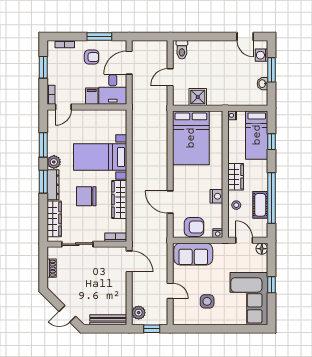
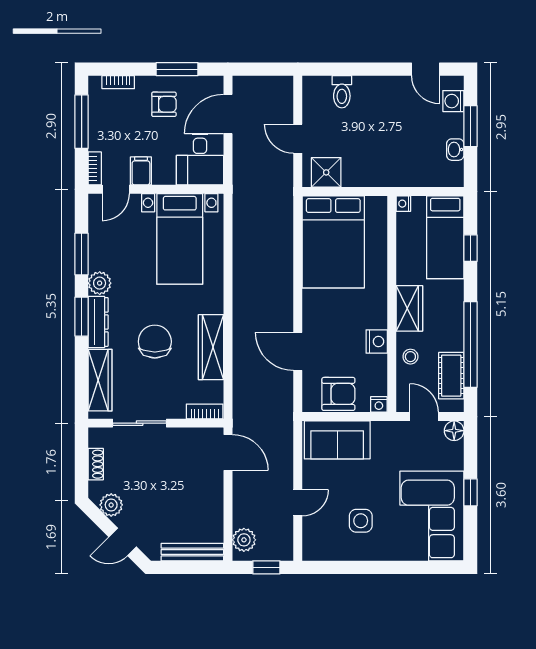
toilet: (182, 50) -> (342, 92), moved
window: (43, 67) -> (82, 122), width x1.44
door: (170, 77) -> (298, 139), hinge flipped
filing cabinet: (92, 96) -> (141, 171), moved
shower: (198, 97) -> (326, 172), moved
bed with nightstands: (100, 157) -> (180, 239), moved, turned -90
chair: (86, 196) -> (155, 342), turned 90
cot: (260, 205) -> (451, 376), moved
door: (170, 291) -> (298, 503), hinge flipped
plant: (61, 292) -> (111, 505), added

